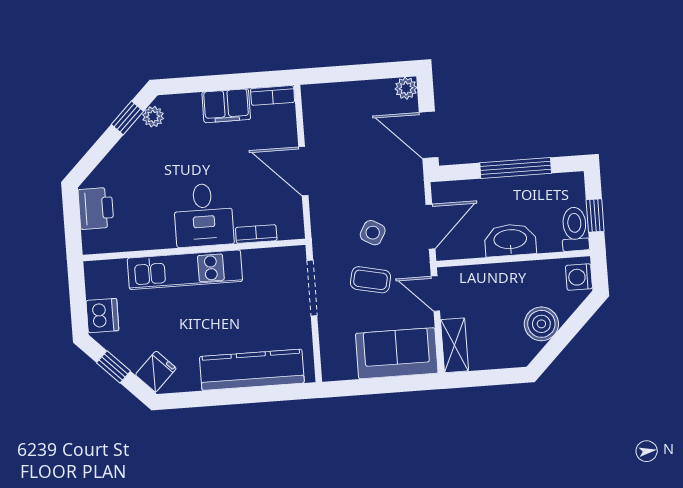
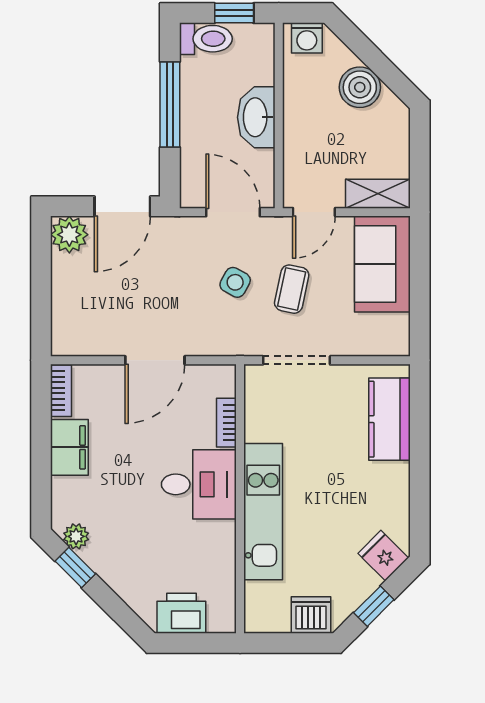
plant: (406, 88) -> (69, 235), width x1.38, depth x1.38
toilet: (575, 229) -> (206, 39), moved, turned 180
kitchen counter: (252, 370) -> (390, 419), width x0.67

